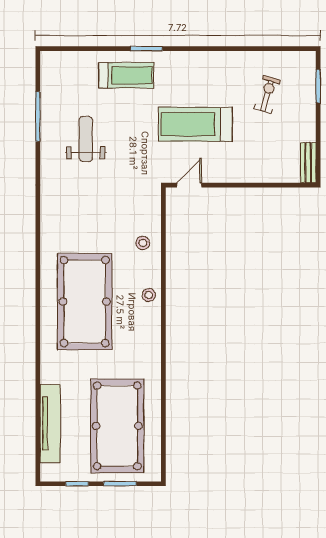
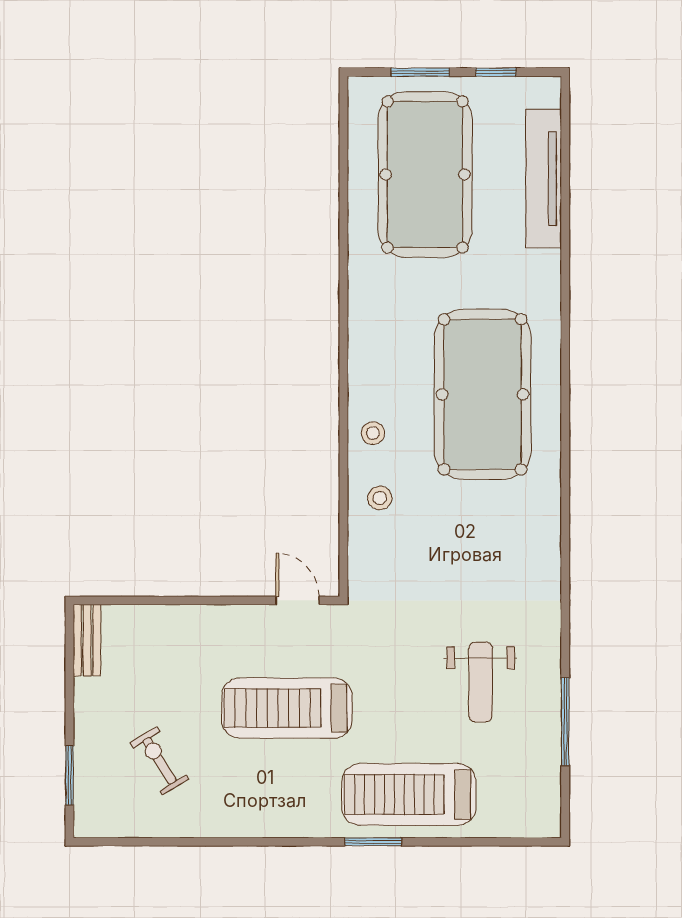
treadmill: (126, 75) -> (409, 794), width x1.37, depth x1.37
exercise bike: (267, 94) -> (159, 761), turned 132
treadmill: (195, 124) -> (287, 708), turned 180
door: (189, 185) -> (298, 600), swing flipped
stool: (149, 295) -> (373, 433), moved

